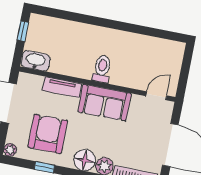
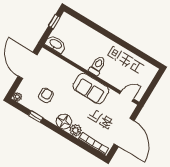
tv unit: (62, 87) -> (67, 68), removed
armchair: (48, 134) -> (46, 95), width x0.53, depth x0.53

